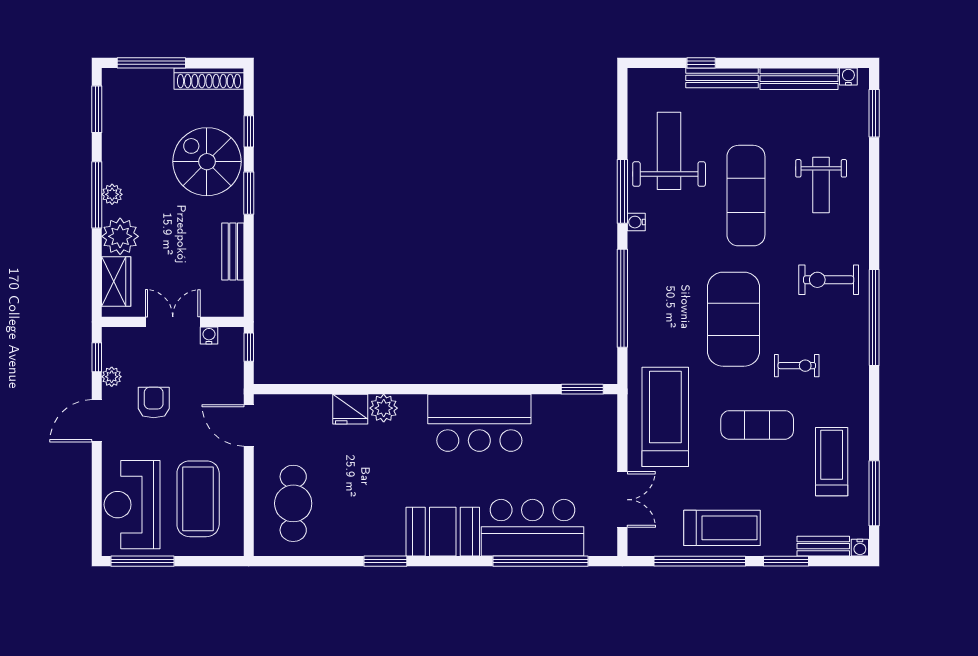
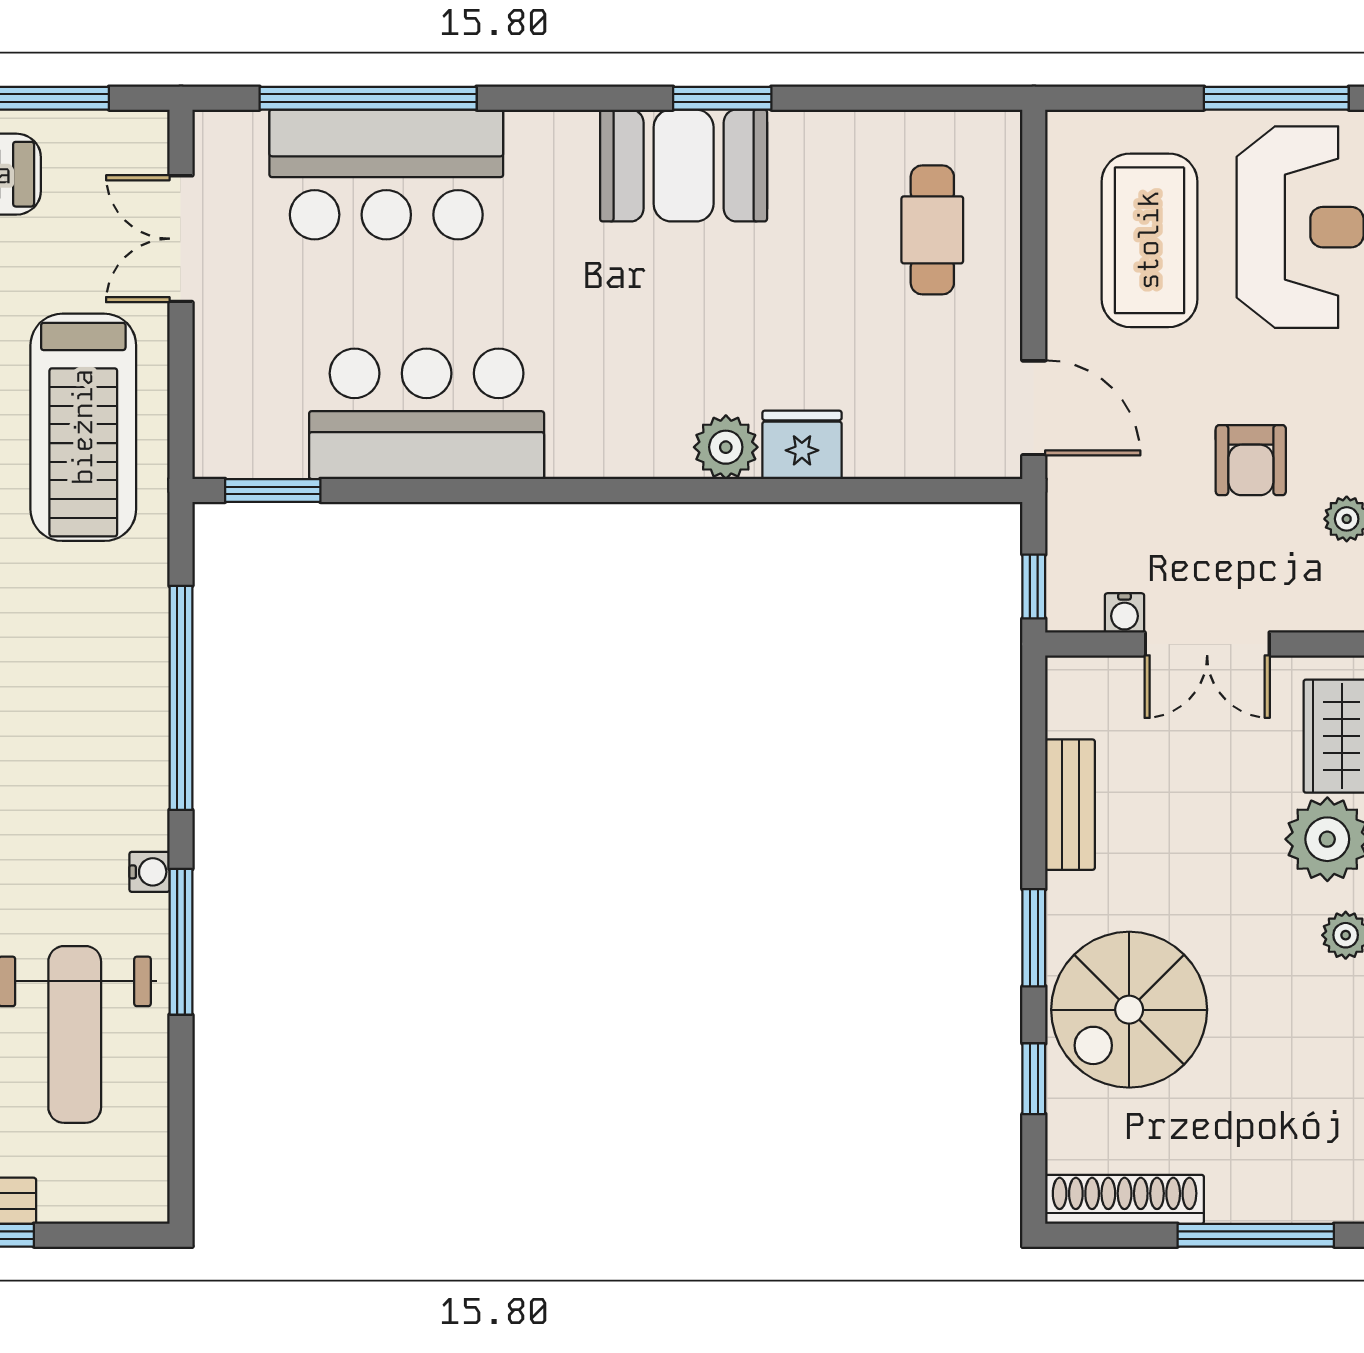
spiral stairs: (207, 162) -> (1129, 1010), turned 90
bar counter: (479, 423) -> (427, 414), moved
cafe table: (293, 503) -> (932, 230), width x0.73, depth x0.74
booth: (443, 532) -> (684, 166), moved

